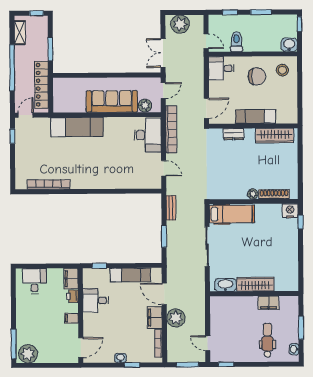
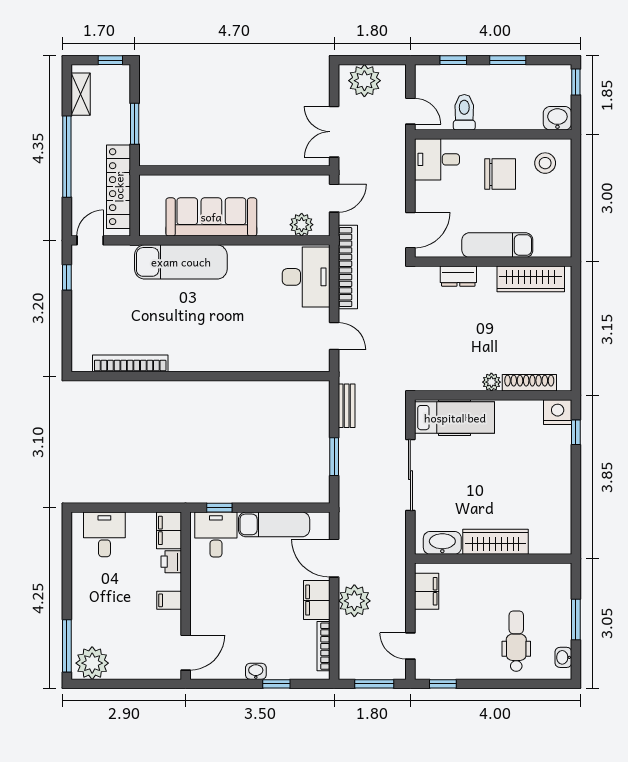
sofa: (112, 101) -> (211, 217), moved
desk: (96, 300) -> (216, 535), moved, turned 90
filing cabinet: (268, 303) -> (427, 591), moved, turned -90

